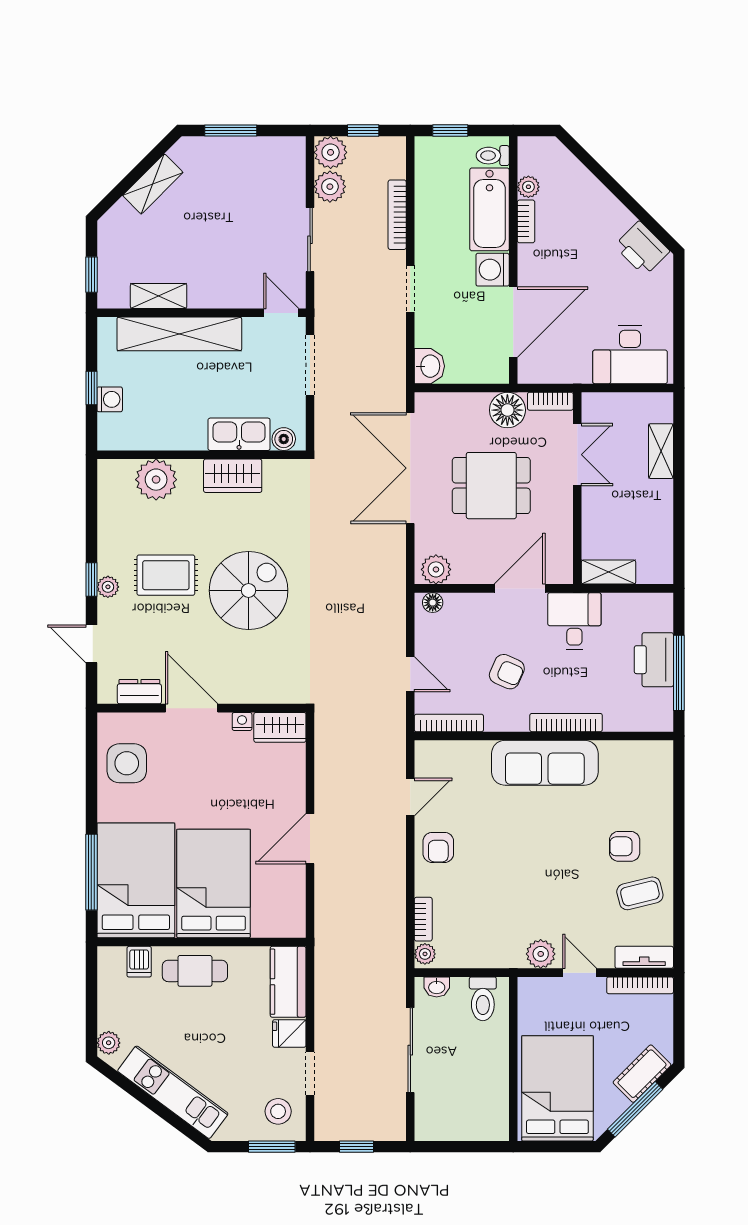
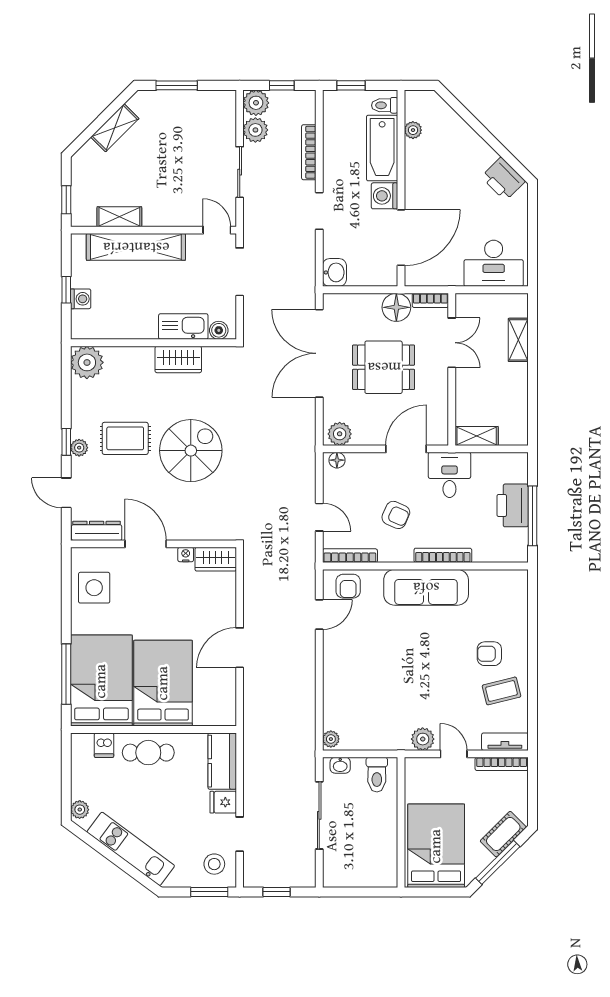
bookcase: (526, 221) -> (411, 158), removed
plant: (156, 480) -> (87, 362), moved
dresser: (139, 692) -> (97, 531), width x1.44
armchair: (438, 847) -> (348, 586), moved
bookcase: (423, 919) -> (329, 711), removed

